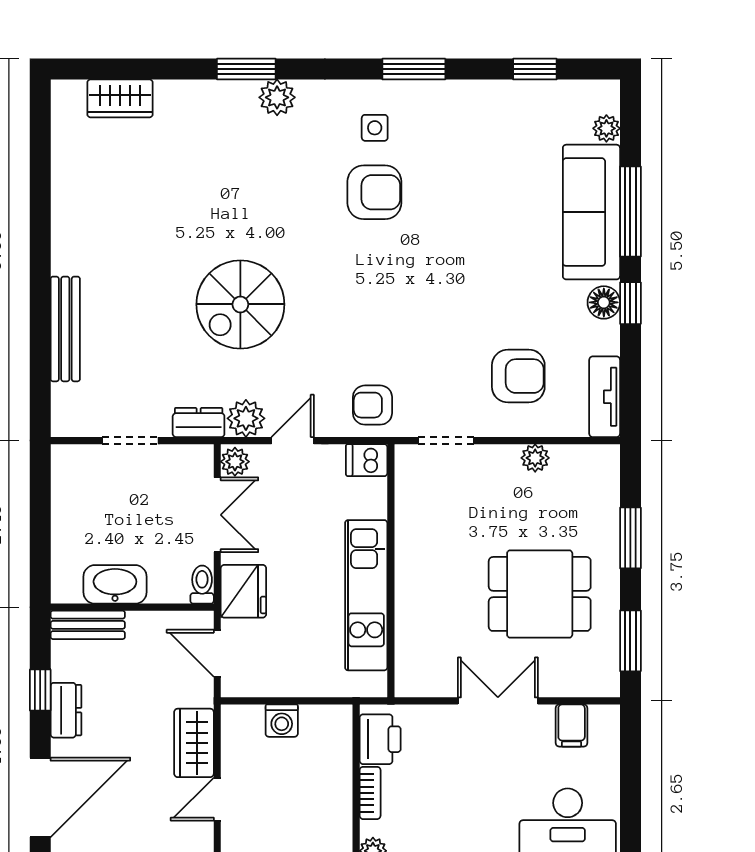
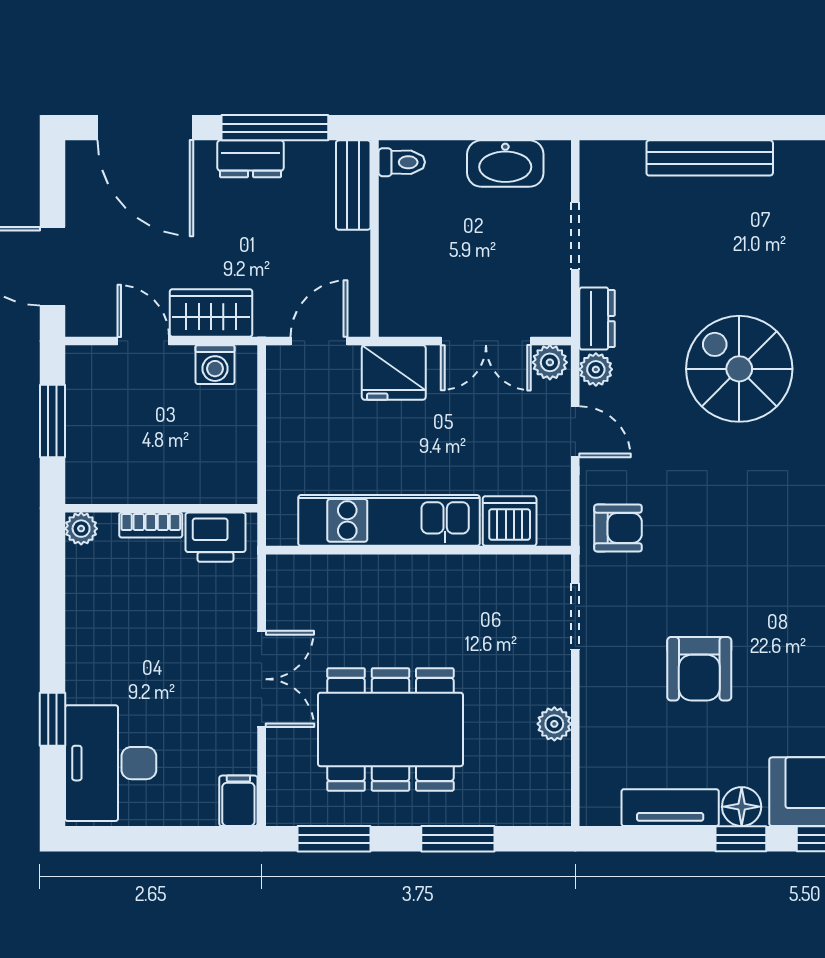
armchair: (518, 376) -> (699, 669), moved
tv unit: (605, 397) -> (670, 808), moved
armchair: (372, 405) -> (618, 528), turned 90
plant: (246, 418) -> (596, 369), width x0.73, depth x0.73
dishwasher: (367, 460) -> (510, 521), moved, width x1.38
washbasin: (115, 584) -> (505, 164), moved, turned 90
toilet: (202, 585) -> (402, 162), moved
dining table: (540, 594) -> (390, 729), width x1.38
window: (40, 690) -> (275, 128), width x2.17
washing machine: (282, 721) -> (215, 365), moved, turned -90
filing cabinet: (572, 725) -> (238, 801), moved, turned 90

